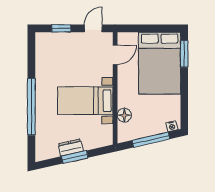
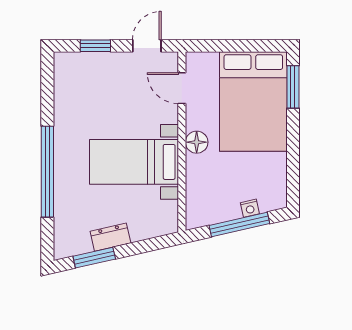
door: (115, 55) -> (182, 88), swing flipped
floor lamp: (124, 115) -> (197, 142), moved
nightstand: (172, 126) -> (250, 208), moved
window: (75, 157) -> (94, 258), moved

